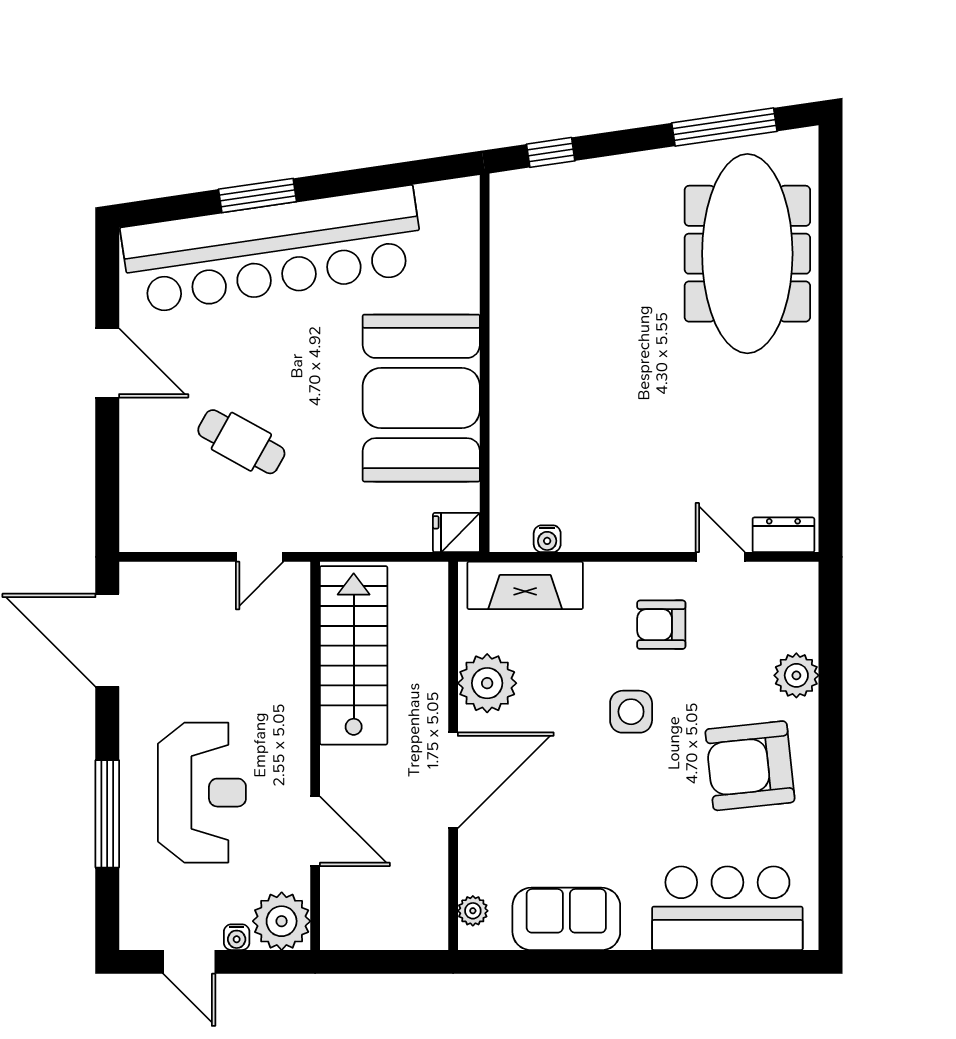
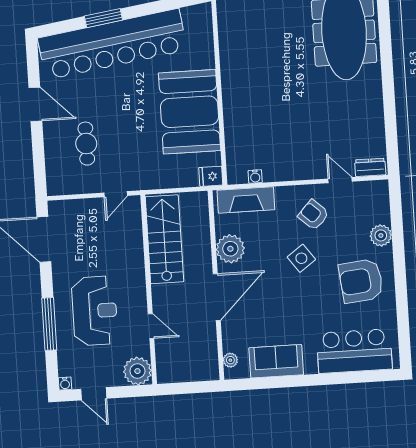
cafe table: (241, 442) -> (86, 144), moved, turned 61
armchair: (661, 625) -> (313, 215), turned 43
side table: (631, 712) -> (301, 258), turned -36
door: (315, 831) -> (151, 326), width x0.73
water cooler: (237, 937) -> (65, 383), moved

